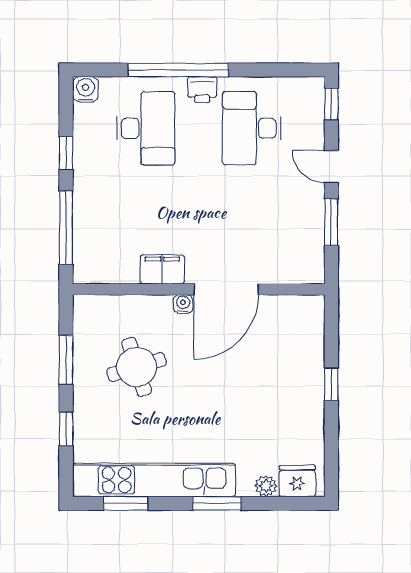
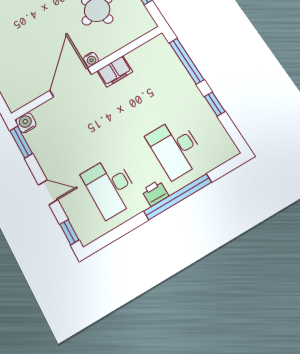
water cooler: (85, 89) -> (26, 123), moved, turned 180
desk: (252, 128) -> (110, 187), turned 180
window: (331, 222) -> (21, 142), moved

